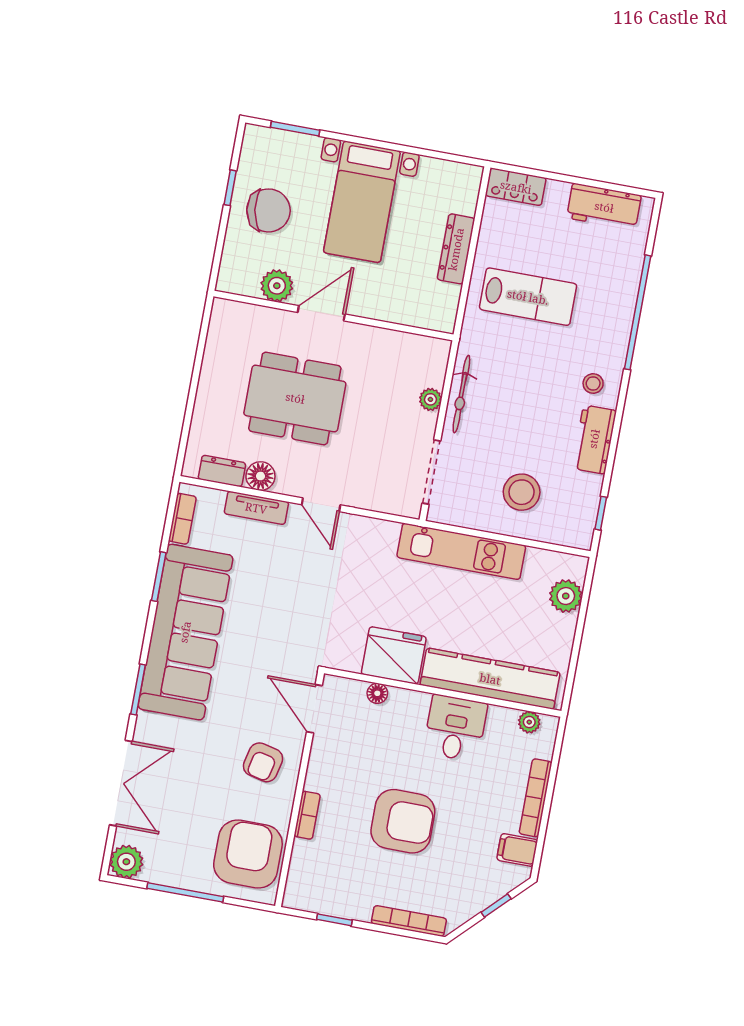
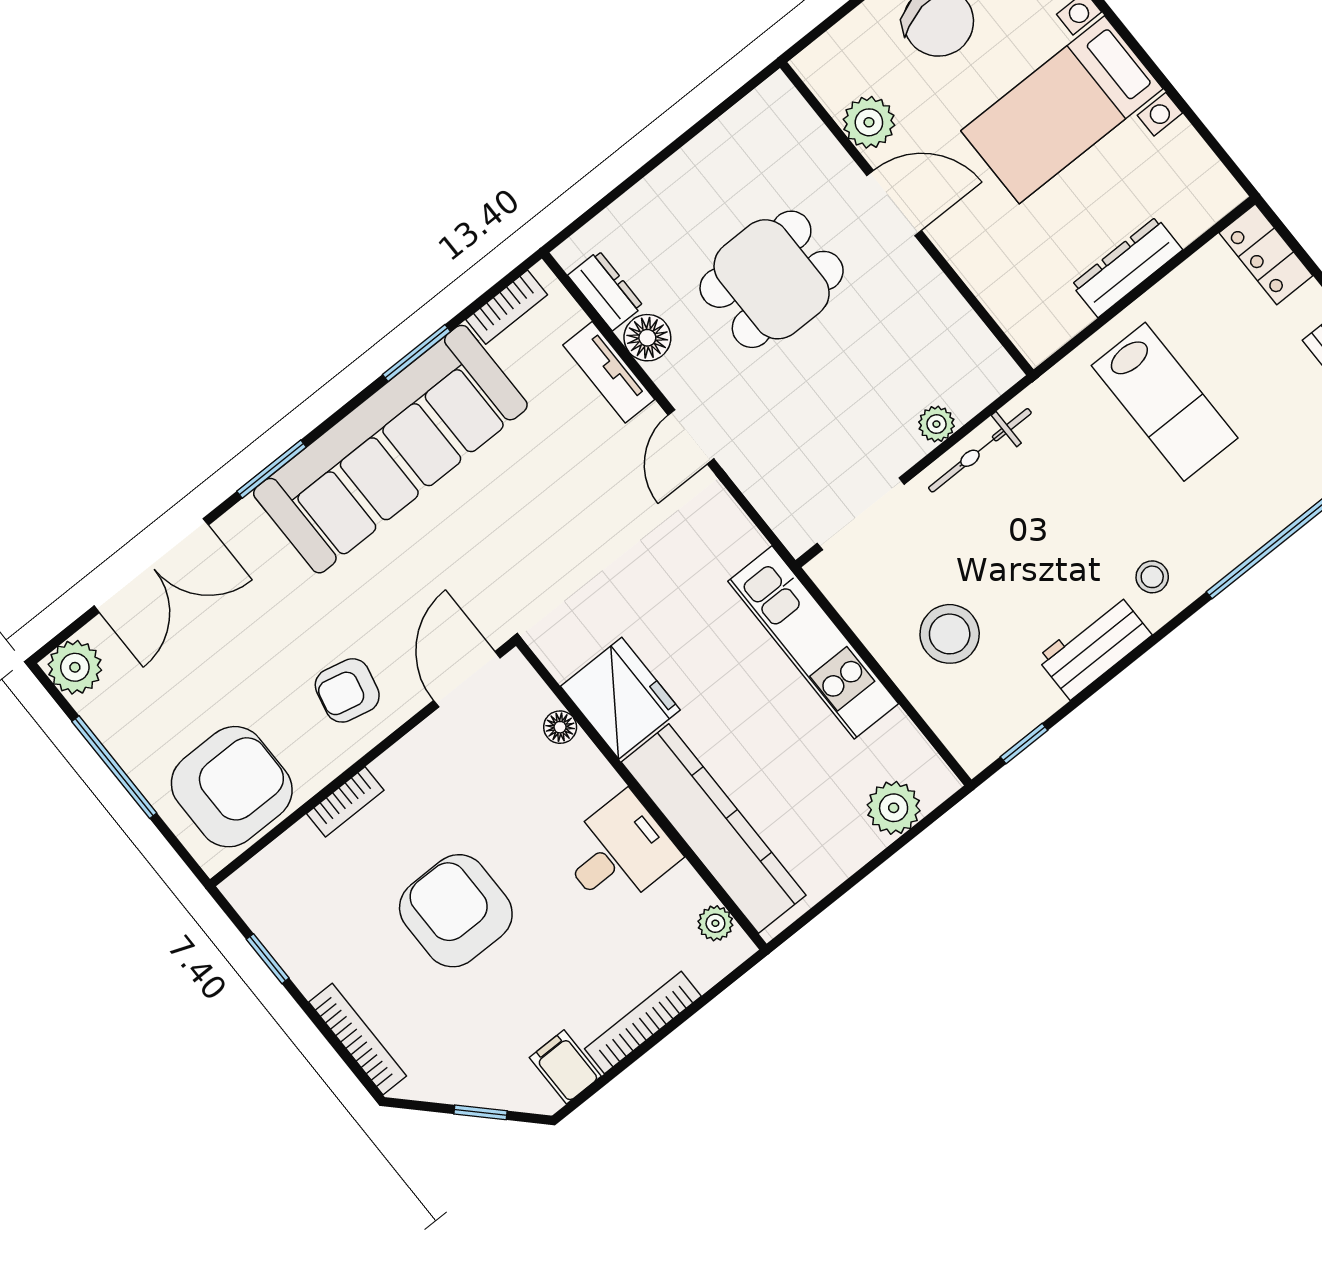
dining table: (295, 398) -> (772, 279), width x0.73
armchair: (403, 821) -> (456, 911), turned 180

